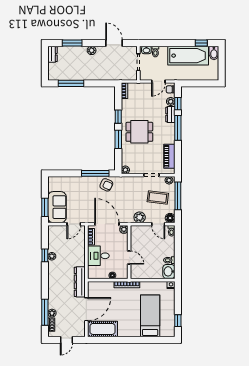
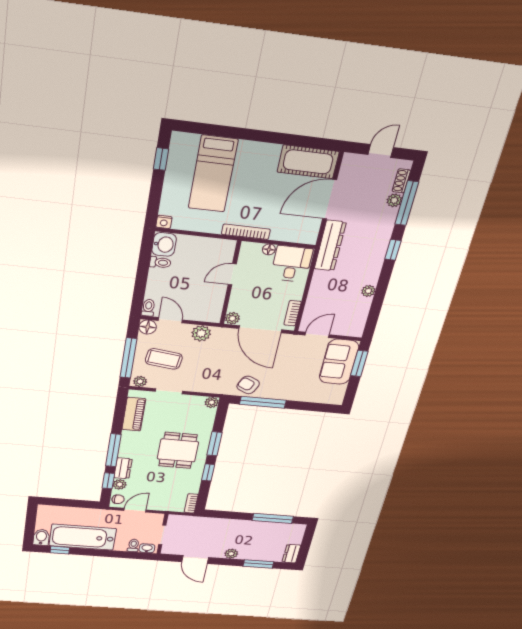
dining table: (139, 132) -> (178, 450), turned 90
window: (45, 255) -> (393, 250), moved
desk: (98, 256) -> (292, 264), moved, turned -90
door: (129, 258) -> (232, 274), hinge flipped

